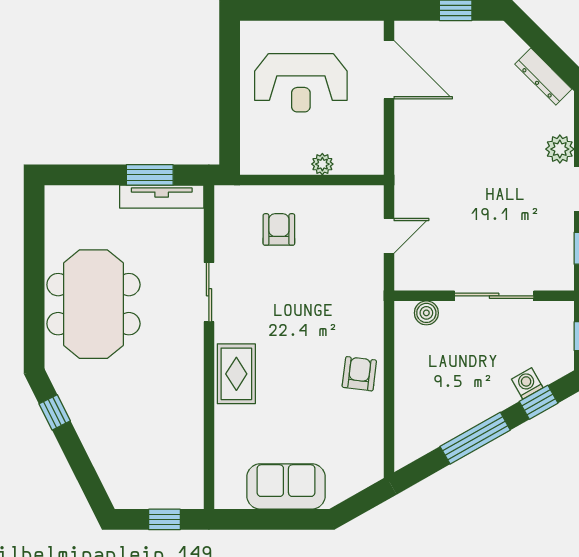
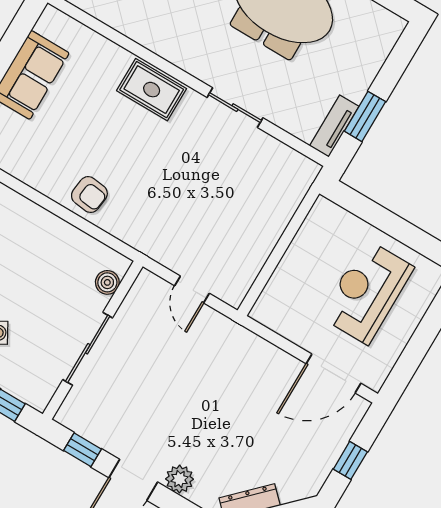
plant: (322, 164) -> (287, 269), removed
tv unit: (162, 197) -> (334, 126), width x0.71
armchair: (279, 229) -> (253, 199), removed

